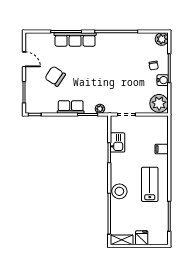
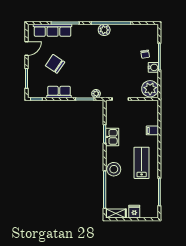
row of seats: (75, 39) -> (53, 30), moved
plant: (162, 39) -> (104, 30), moved
door: (24, 59) -> (27, 48), hinge flipped
row of seats: (71, 107) -> (59, 92), moved
kitchen sink: (118, 142) -> (112, 137), moved

